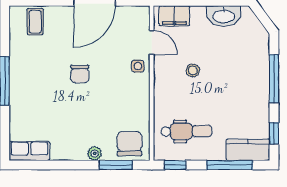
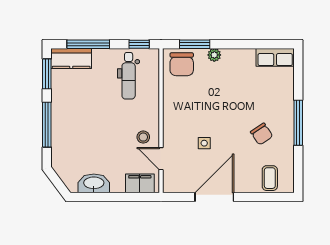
side table: (138, 66) -> (204, 143), moved
stool: (193, 70) -> (143, 137), moved
chair: (80, 74) -> (262, 134), moved, turned 146
dental chair: (186, 131) -> (129, 76), turned -89
window: (274, 133) -> (47, 74), width x1.50

